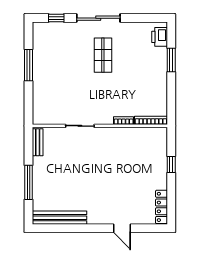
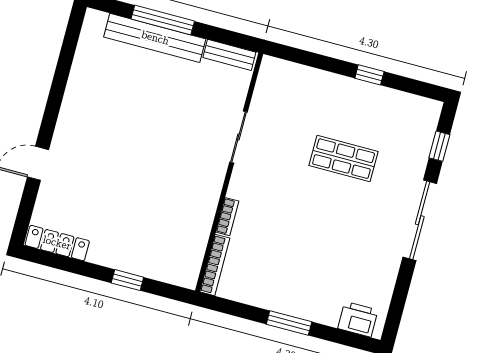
shop shelf: (103, 55) -> (344, 159), moved
window: (171, 60) -> (289, 323), moved
window: (28, 65) -> (369, 75), width x0.46
bench: (60, 218) -> (155, 38), moved, turned 90

